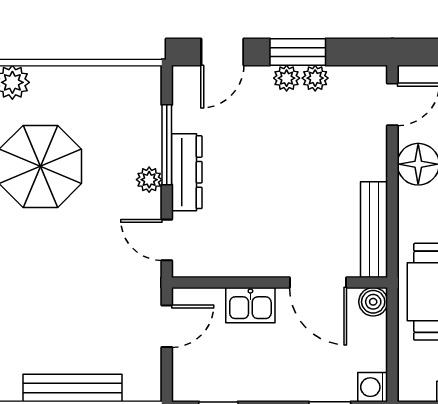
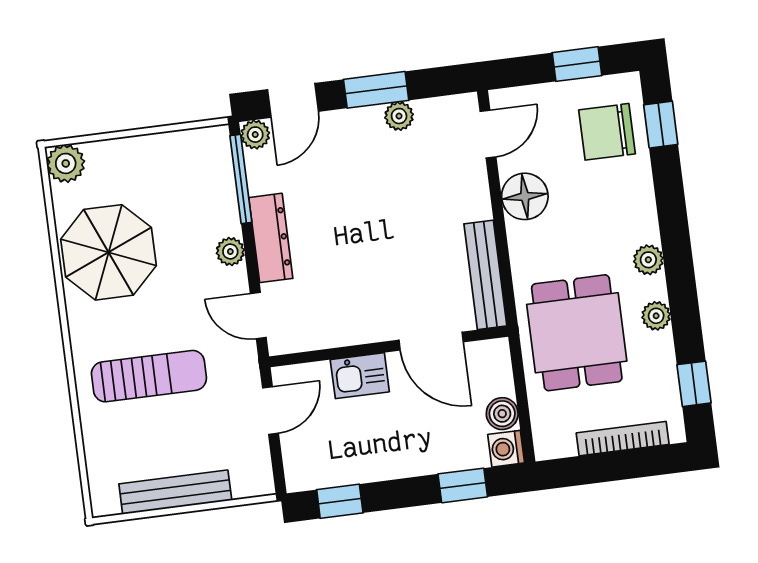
plant: (287, 78) -> (255, 135), moved
window: (167, 145) -> (241, 179), moved
sun lounger: (62, 282) -> (149, 376), added
boiler: (373, 302) -> (502, 414), moved

